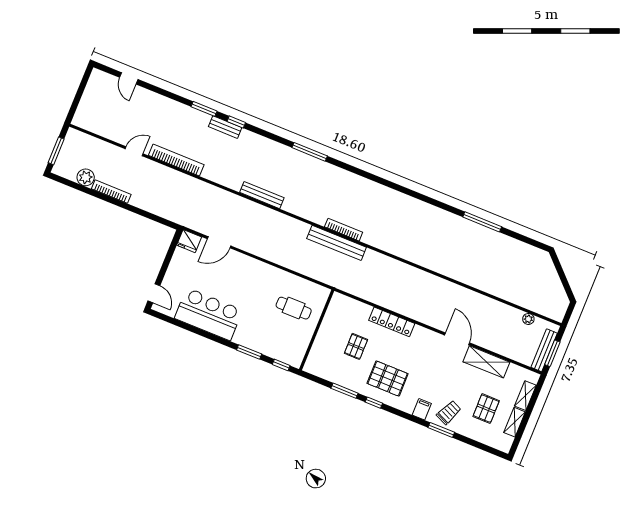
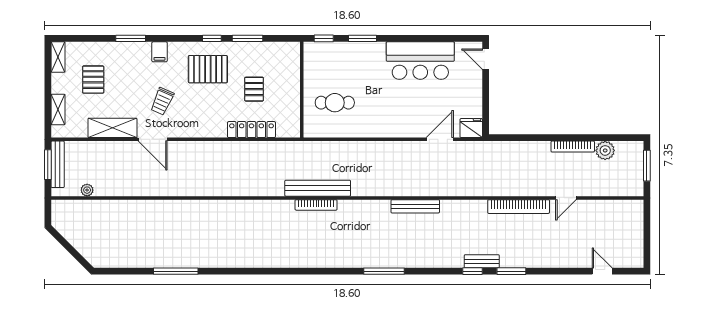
locker: (392, 322) -> (251, 130), moved
trolley: (449, 412) -> (162, 101), moved
shelving: (515, 422) -> (58, 57), moved

